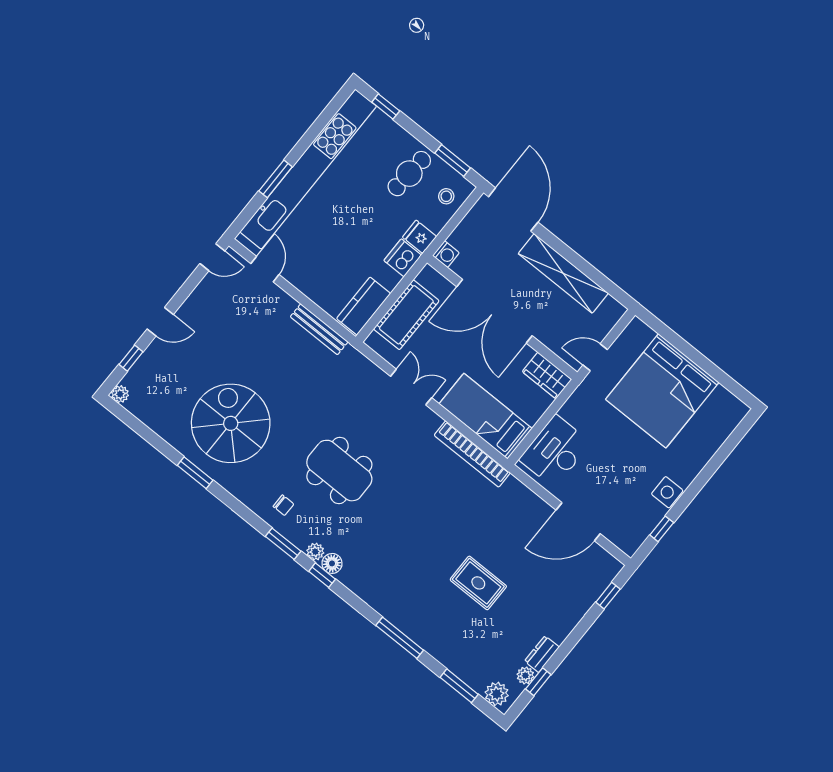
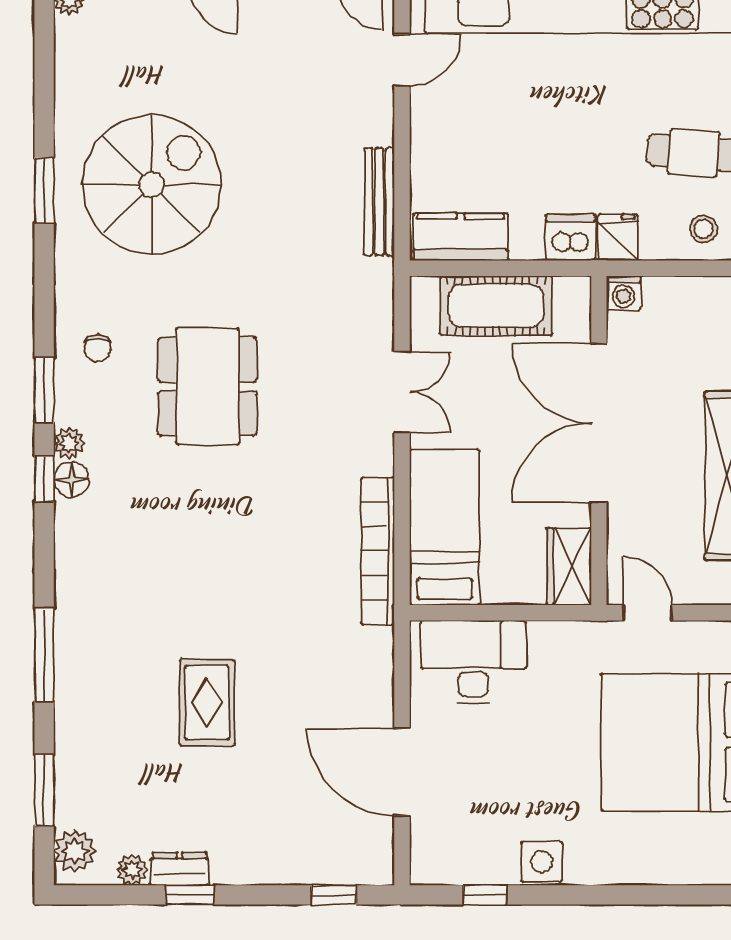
window: (538, 682) -> (190, 895), moved

